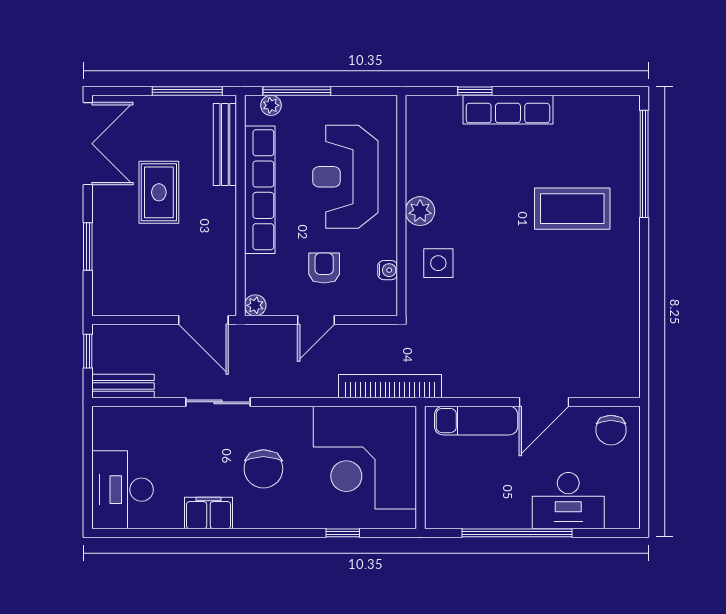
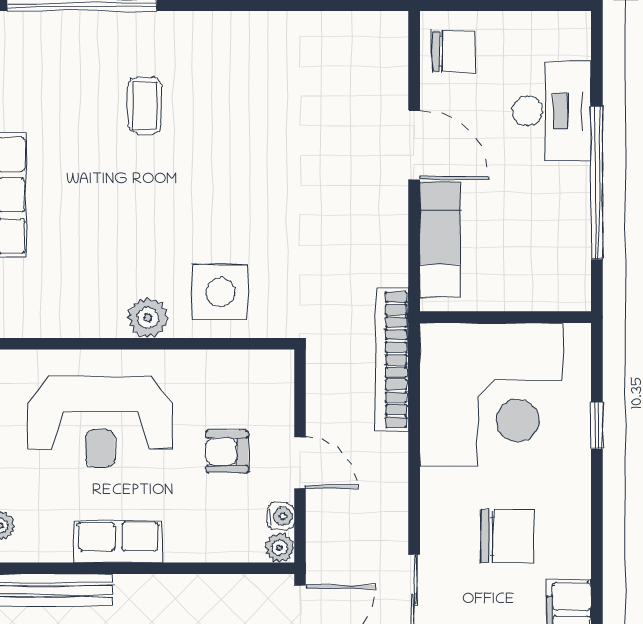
row of seats: (260, 190) -> (118, 541), width x0.50
coffee table: (572, 209) -> (145, 105), width x0.54, depth x0.58
side table: (438, 263) -> (221, 292), width x1.37, depth x1.37
water cooler: (388, 270) -> (281, 516), moved, turned 90

